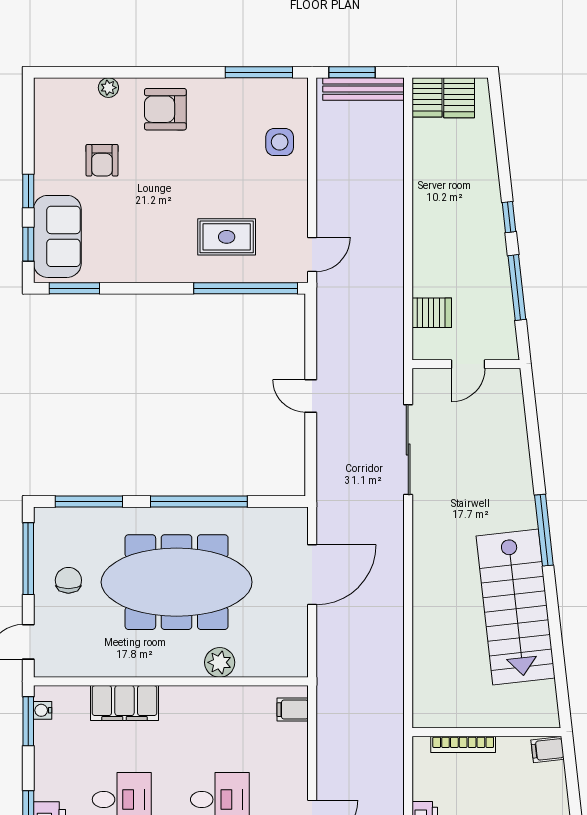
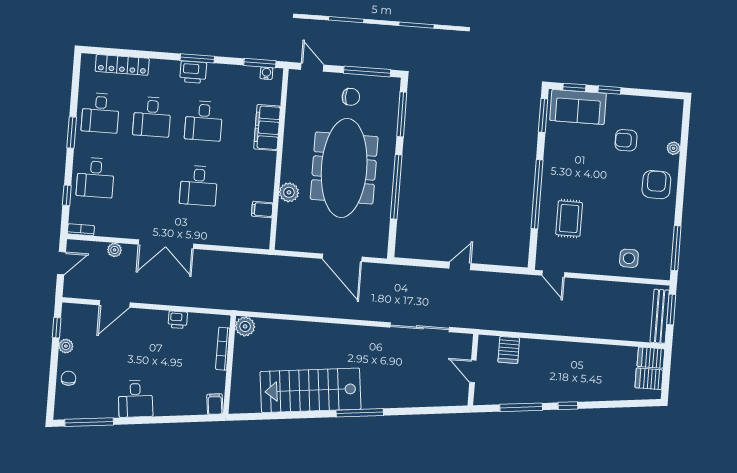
window: (246, 288) -> (537, 194), moved
filing cabinet: (293, 710) -> (262, 209), moved, turned -90
plant: (427, 713) -> (245, 326), added

